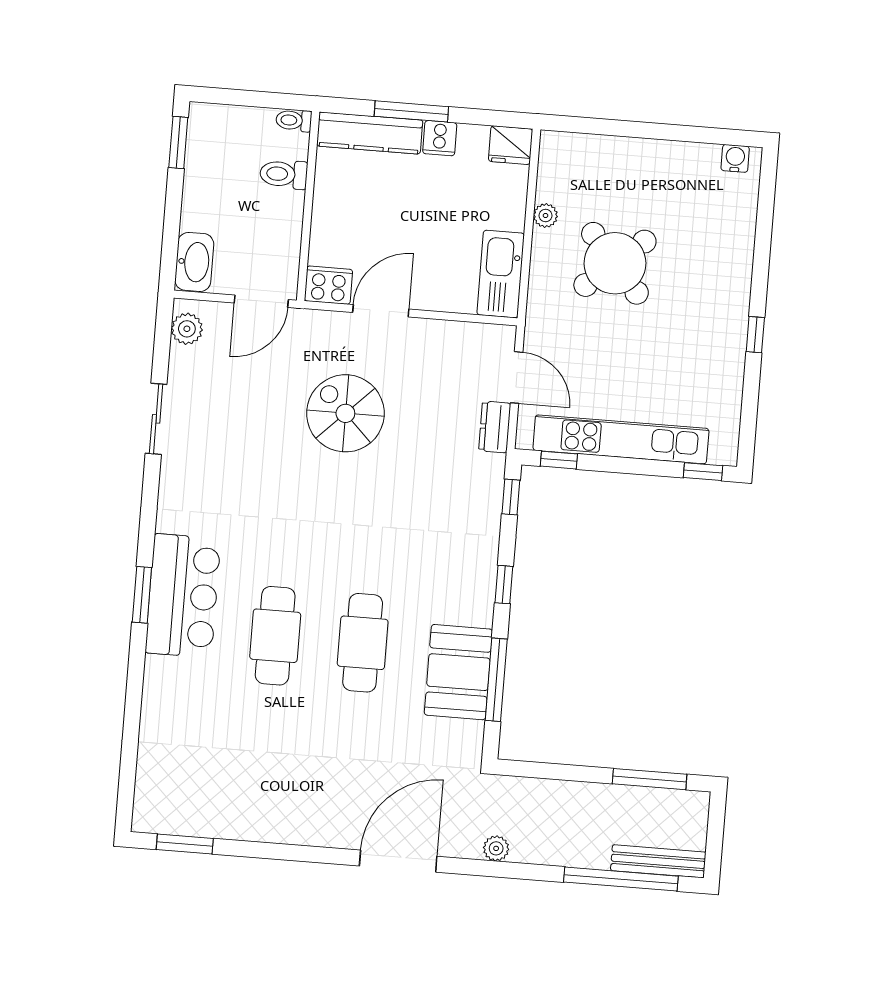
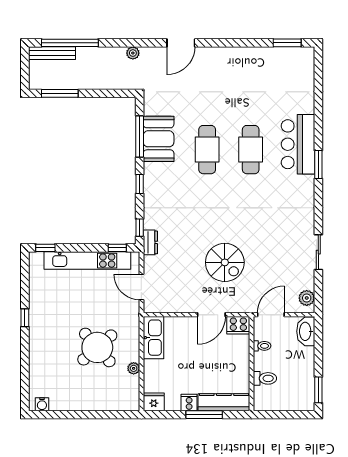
toilet: (294, 120) -> (262, 346), moved
dresser: (495, 427) -> (150, 242), moved
bar counter: (183, 596) -> (298, 144), moved
door: (398, 861) -> (181, 43), width x0.73

